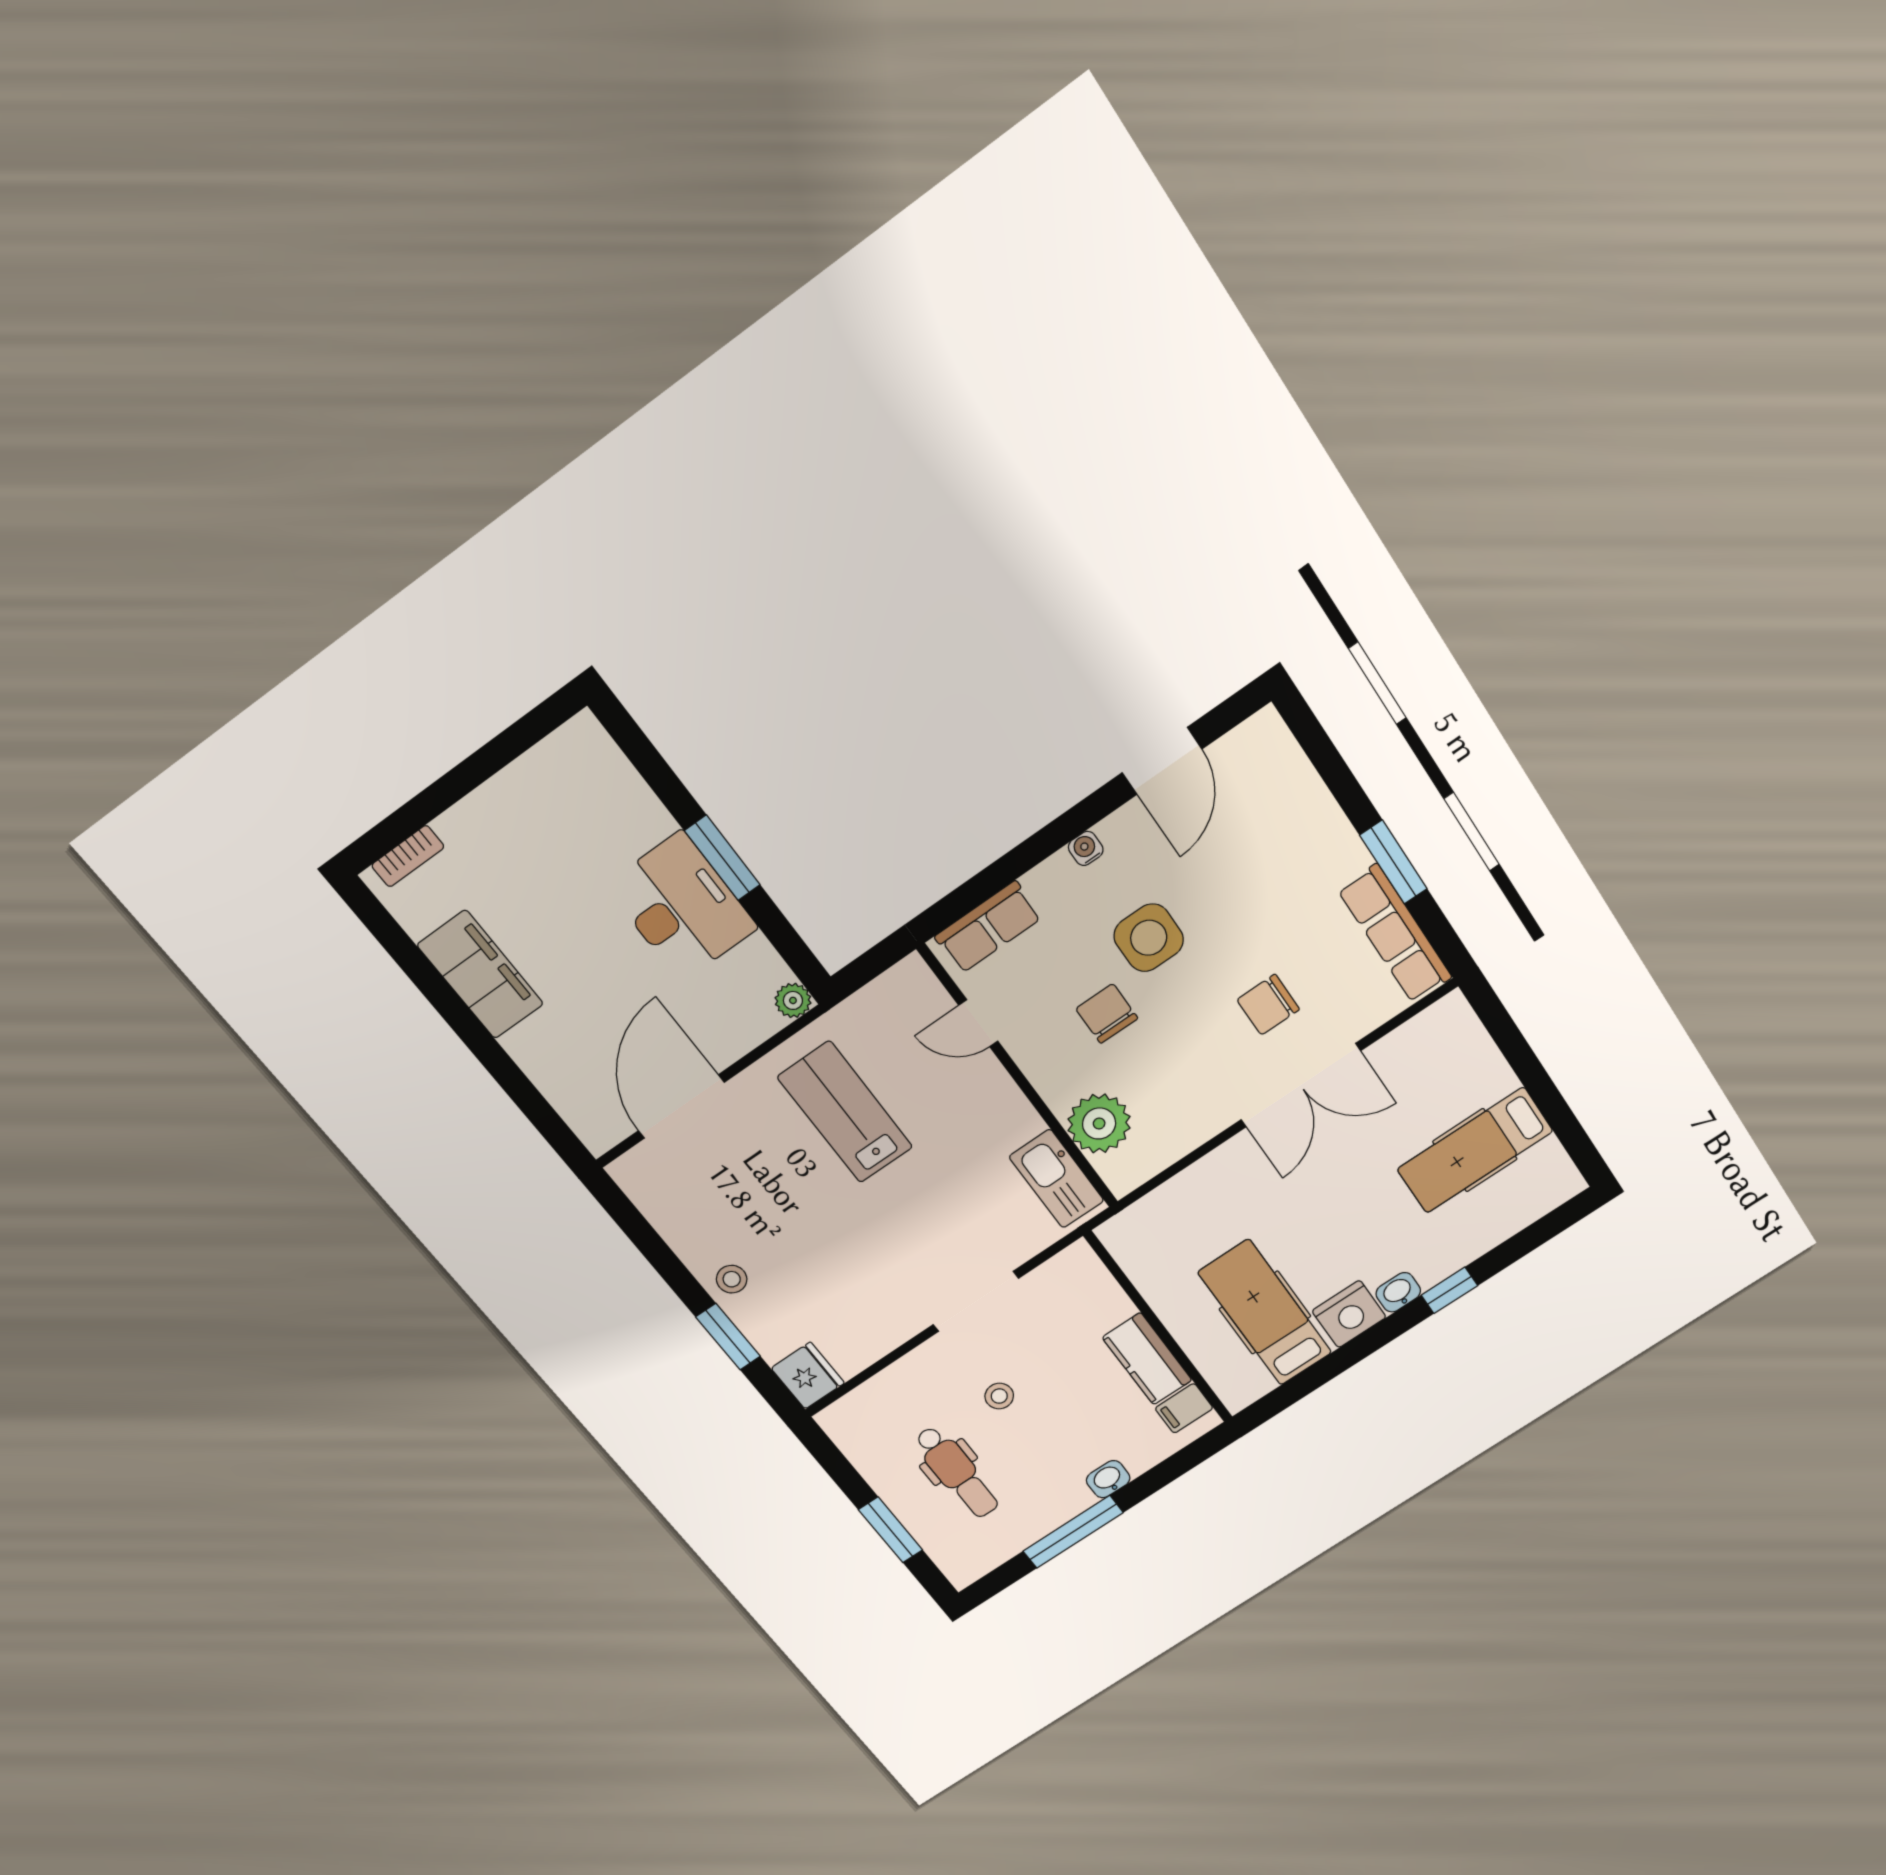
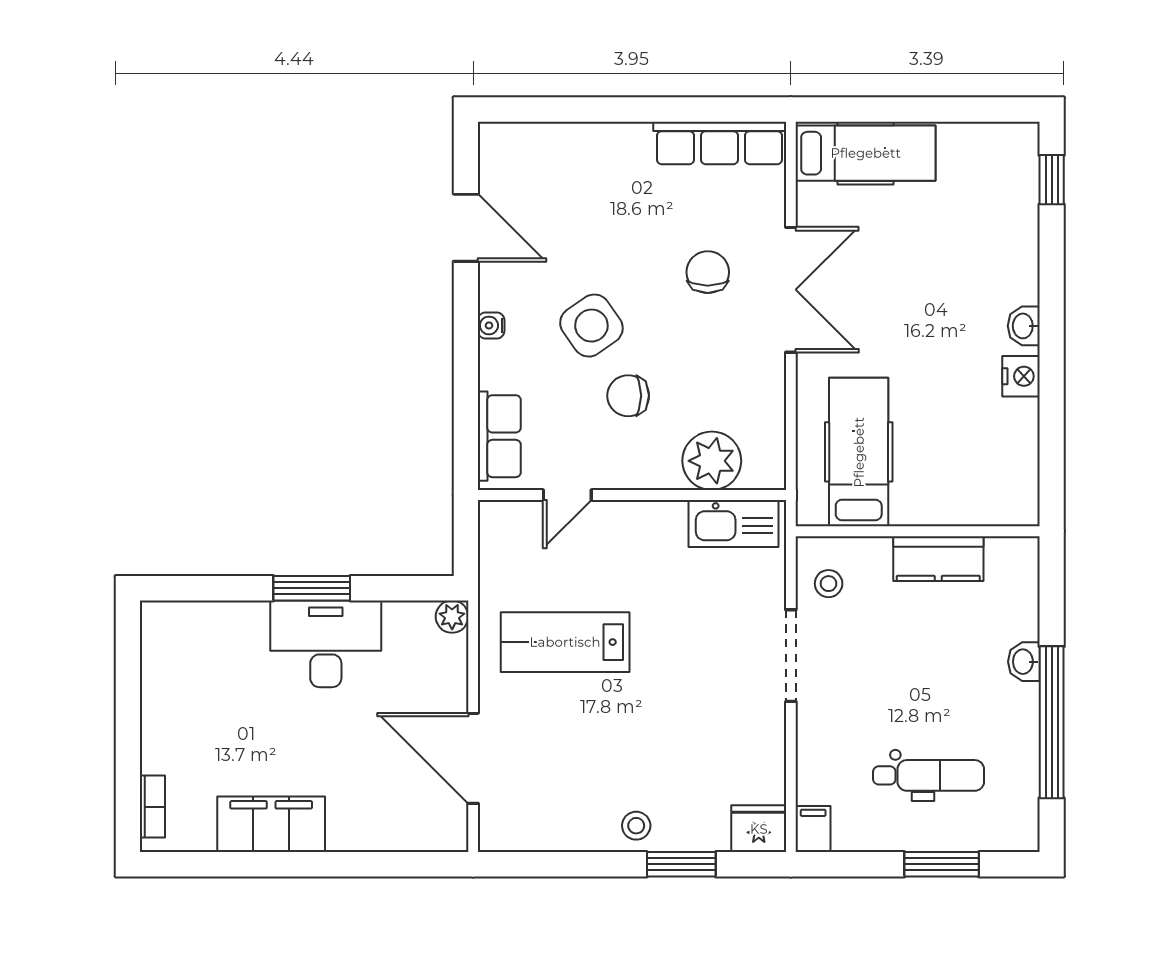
window: (1393, 862) -> (662, 110), removed
side table: (1149, 938) -> (591, 326), turned -35
chair: (1268, 1005) -> (708, 272), turned 180
hospital bed: (1475, 1150) -> (866, 153), moved, turned -90
window: (1449, 1290) -> (1052, 180), moved
hospital bed: (1265, 1313) -> (859, 452), moved, turned 90
nightstand: (1349, 1314) -> (1021, 376), width x0.74, depth x0.75
stool: (999, 1396) -> (829, 584), moved
filing cabinet: (1184, 1408) -> (813, 829), moved, turned 180
window: (1073, 1532) -> (1052, 722), width x1.46

